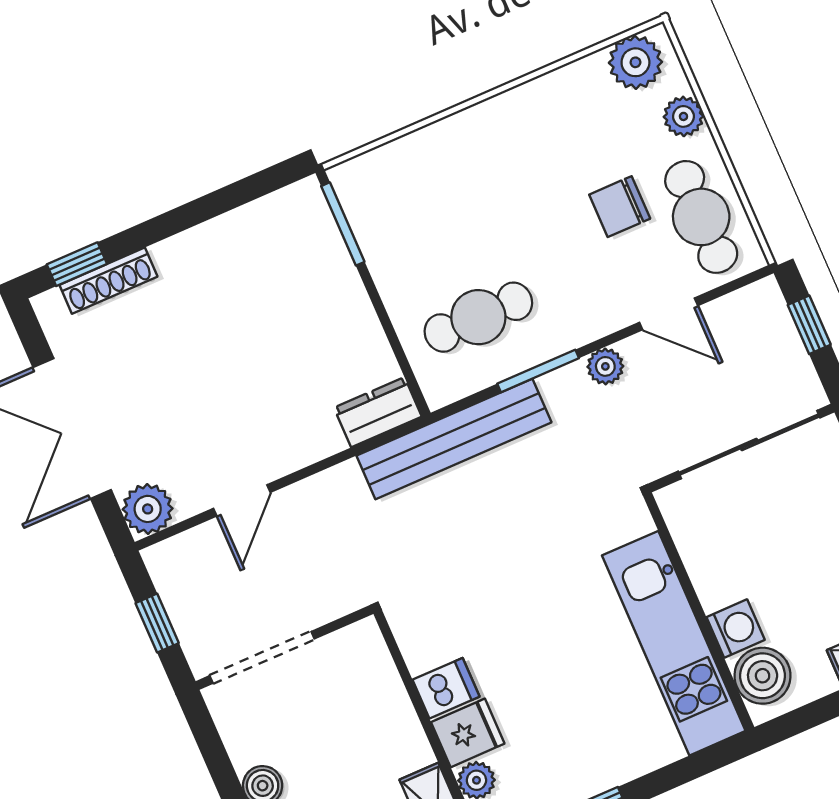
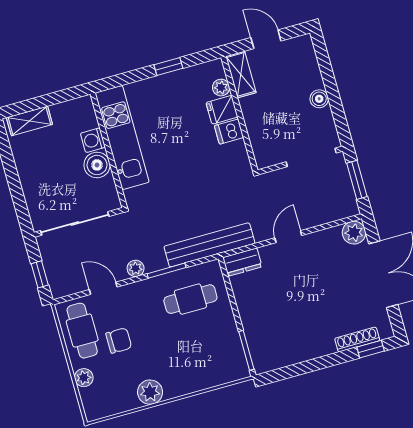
plant: (635, 62) -> (150, 392), moved
door: (242, 500) -> (288, 237), moved
window: (157, 623) -> (357, 180), width x1.50
boiler: (763, 676) -> (97, 165), moved

